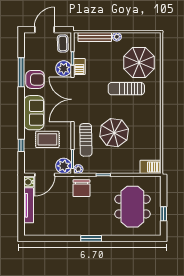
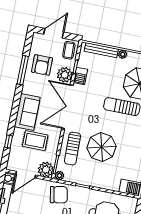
armchair: (35, 79) -> (42, 65), moved, turned 90
chair: (81, 188) -> (59, 195), turned -101

